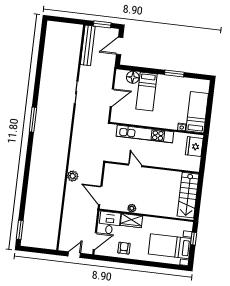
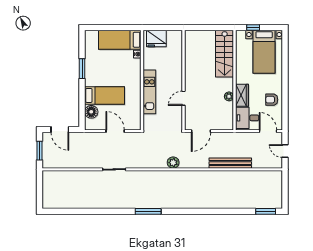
bench: (88, 45) -> (230, 163), moved
kitchen unit: (145, 134) -> (149, 92), width x0.73
plant: (73, 176) -> (173, 163), moved
door: (100, 195) -> (201, 131), moved
stairs: (188, 195) -> (225, 54), moved, turned 90

